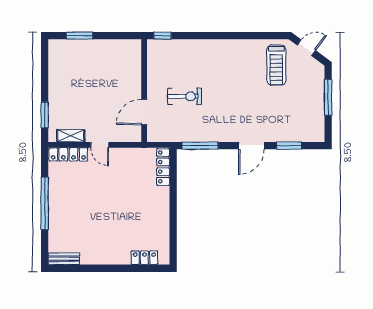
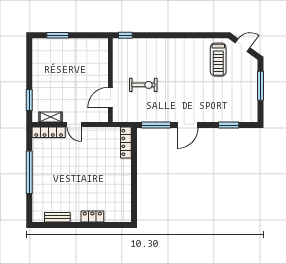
door: (251, 146) -> (188, 125), moved
locker: (144, 258) -> (92, 216), moved
bench: (64, 259) -> (57, 217), moved

